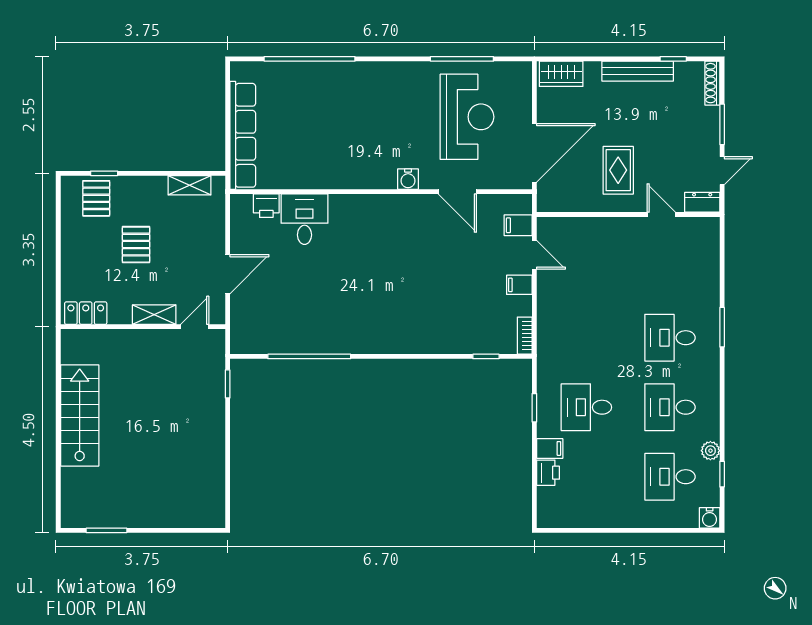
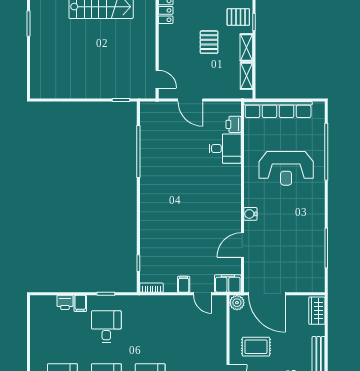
reception desk: (467, 117) -> (286, 168), moved
plant: (548, 200) -> (237, 303), added
filing cabinet: (518, 225) -> (228, 283), width x2.00
pallet: (136, 245) -> (209, 42), turned 90
door: (534, 255) -> (203, 294), hinge flipped
shelving: (154, 315) -> (246, 47), moved

